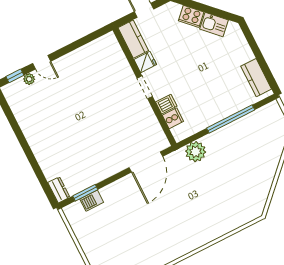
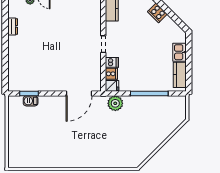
kitchen sink: (214, 24) -> (180, 52), moved, turned 45
fridge: (145, 62) -> (112, 86), moved
dresser: (59, 190) -> (13, 26), moved

